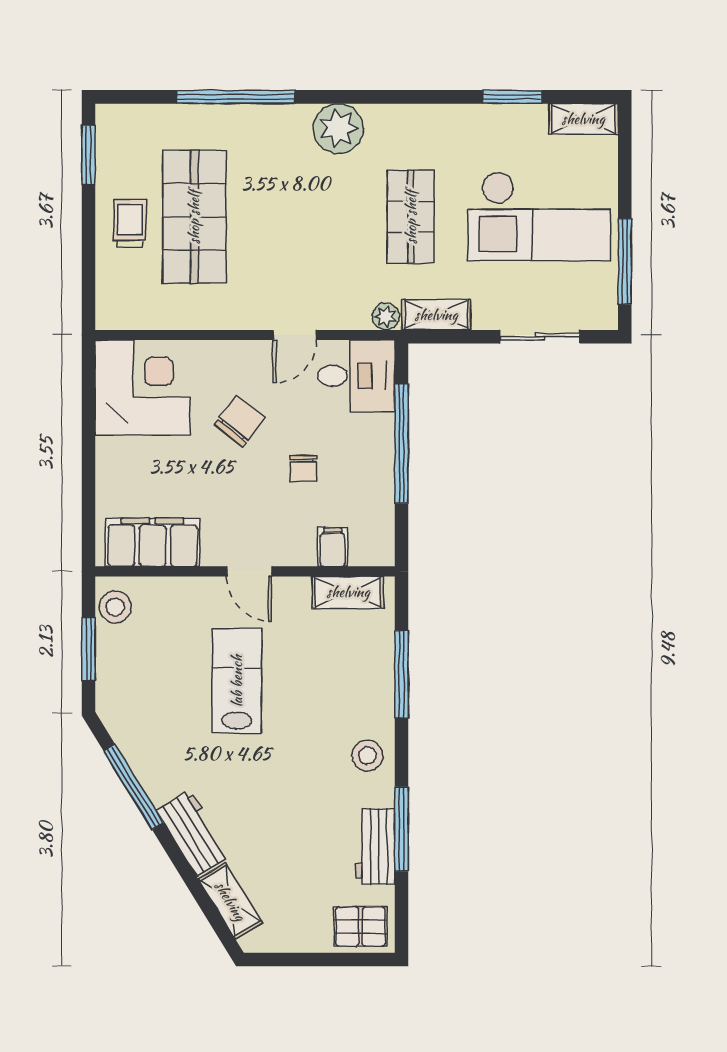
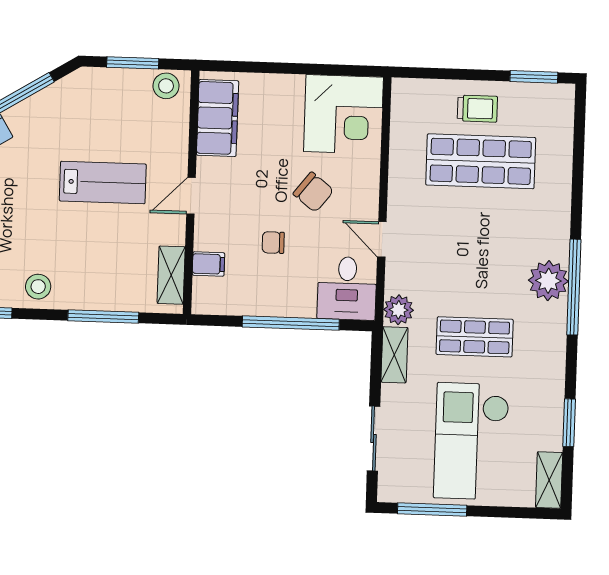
window: (236, 97) -> (574, 287), moved
plant: (386, 316) -> (399, 310), width x1.38, depth x1.38

